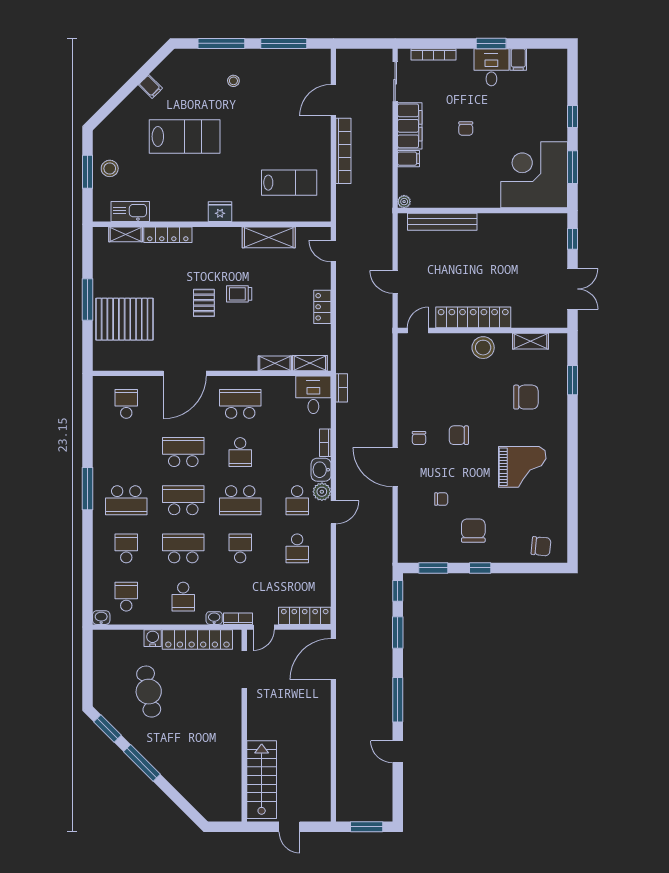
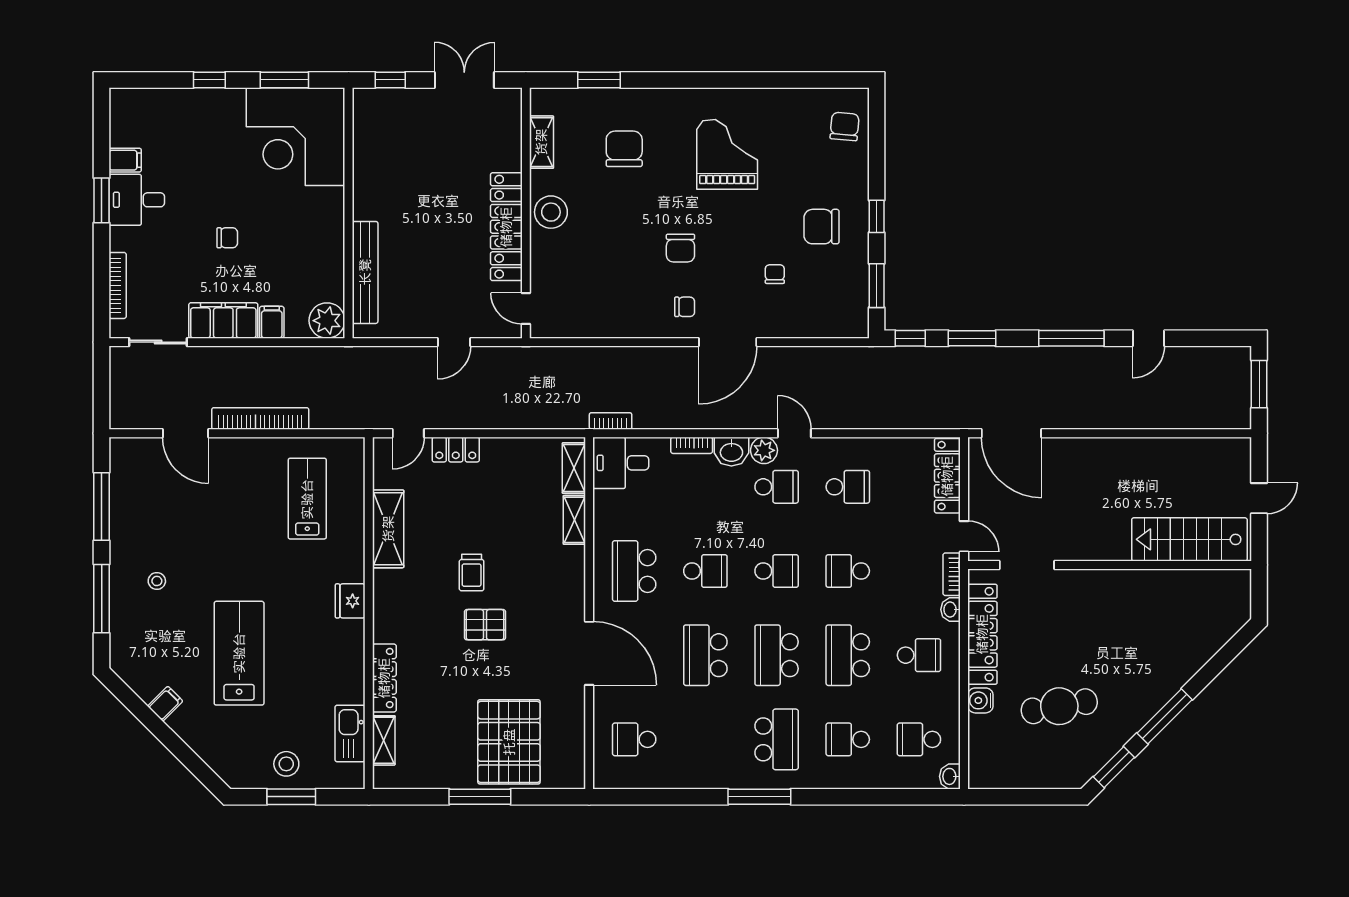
plant: (404, 202) -> (327, 321), width x1.87, depth x1.87
locker: (322, 307) -> (456, 450), moved
school desk: (240, 500) -> (777, 571), width x0.54

